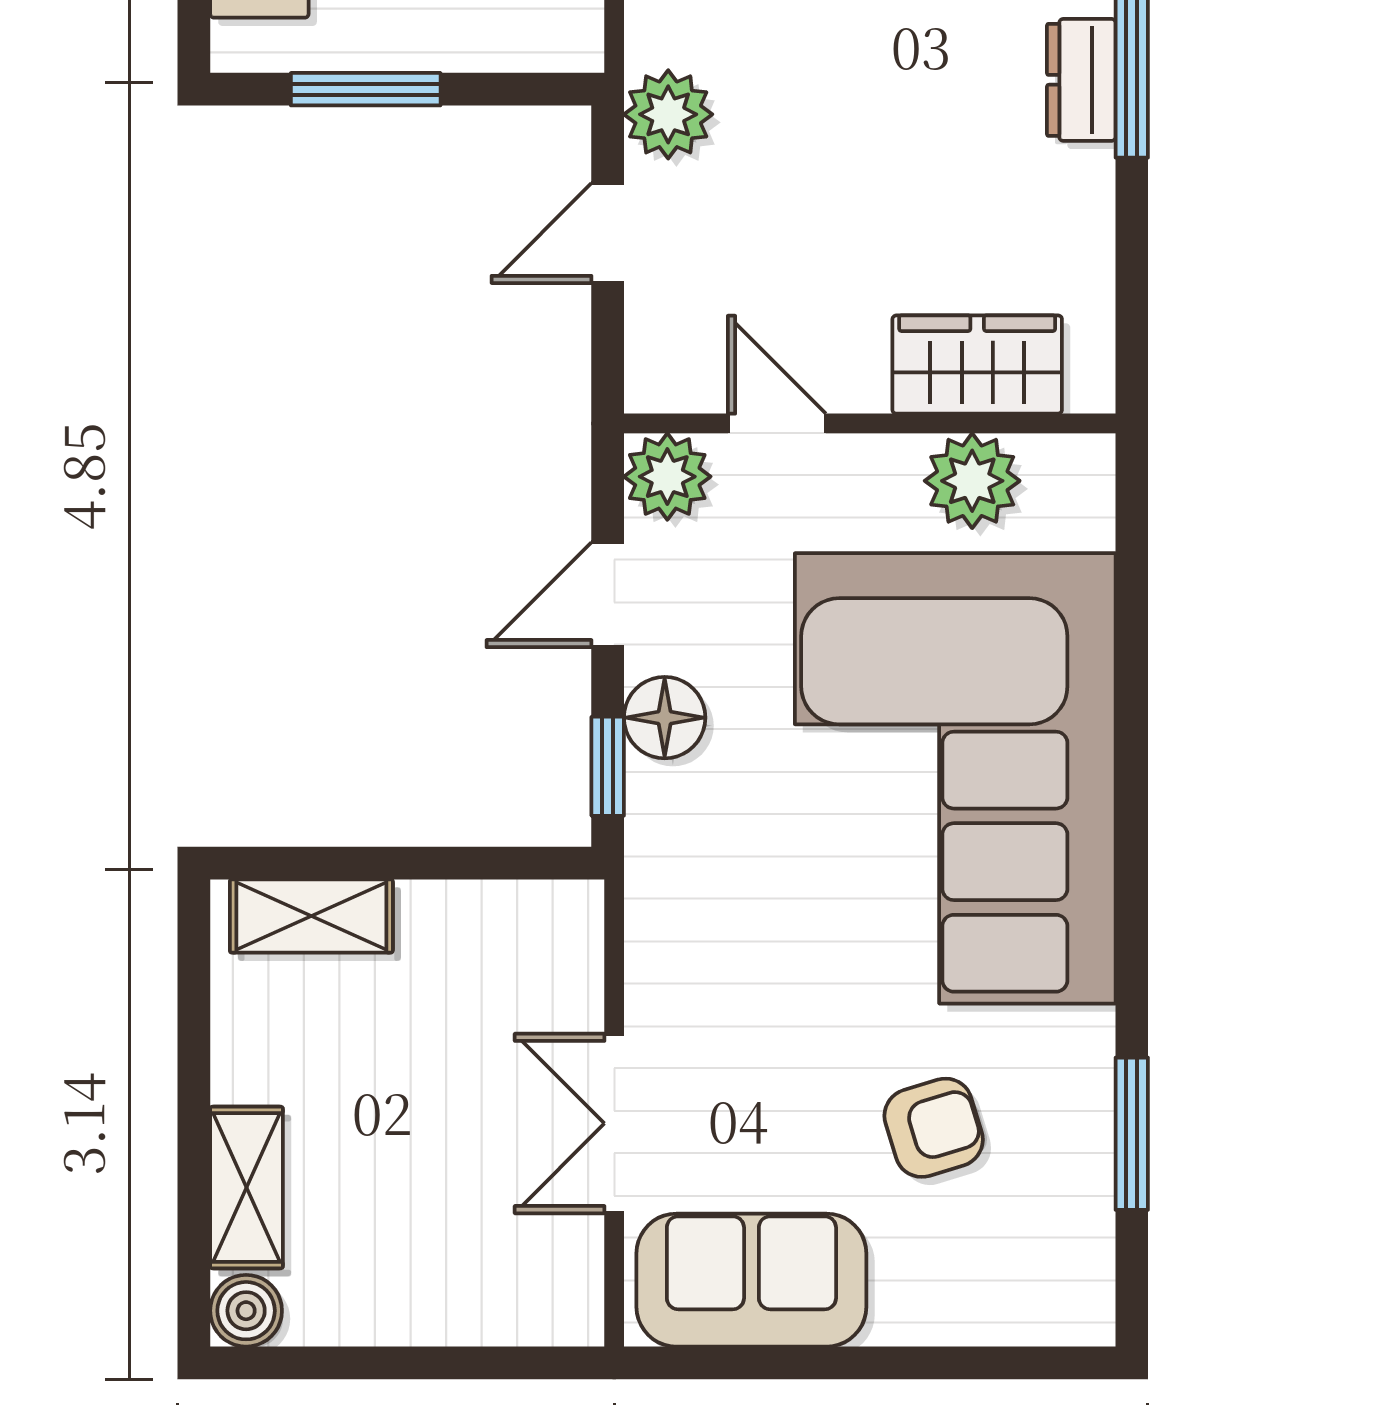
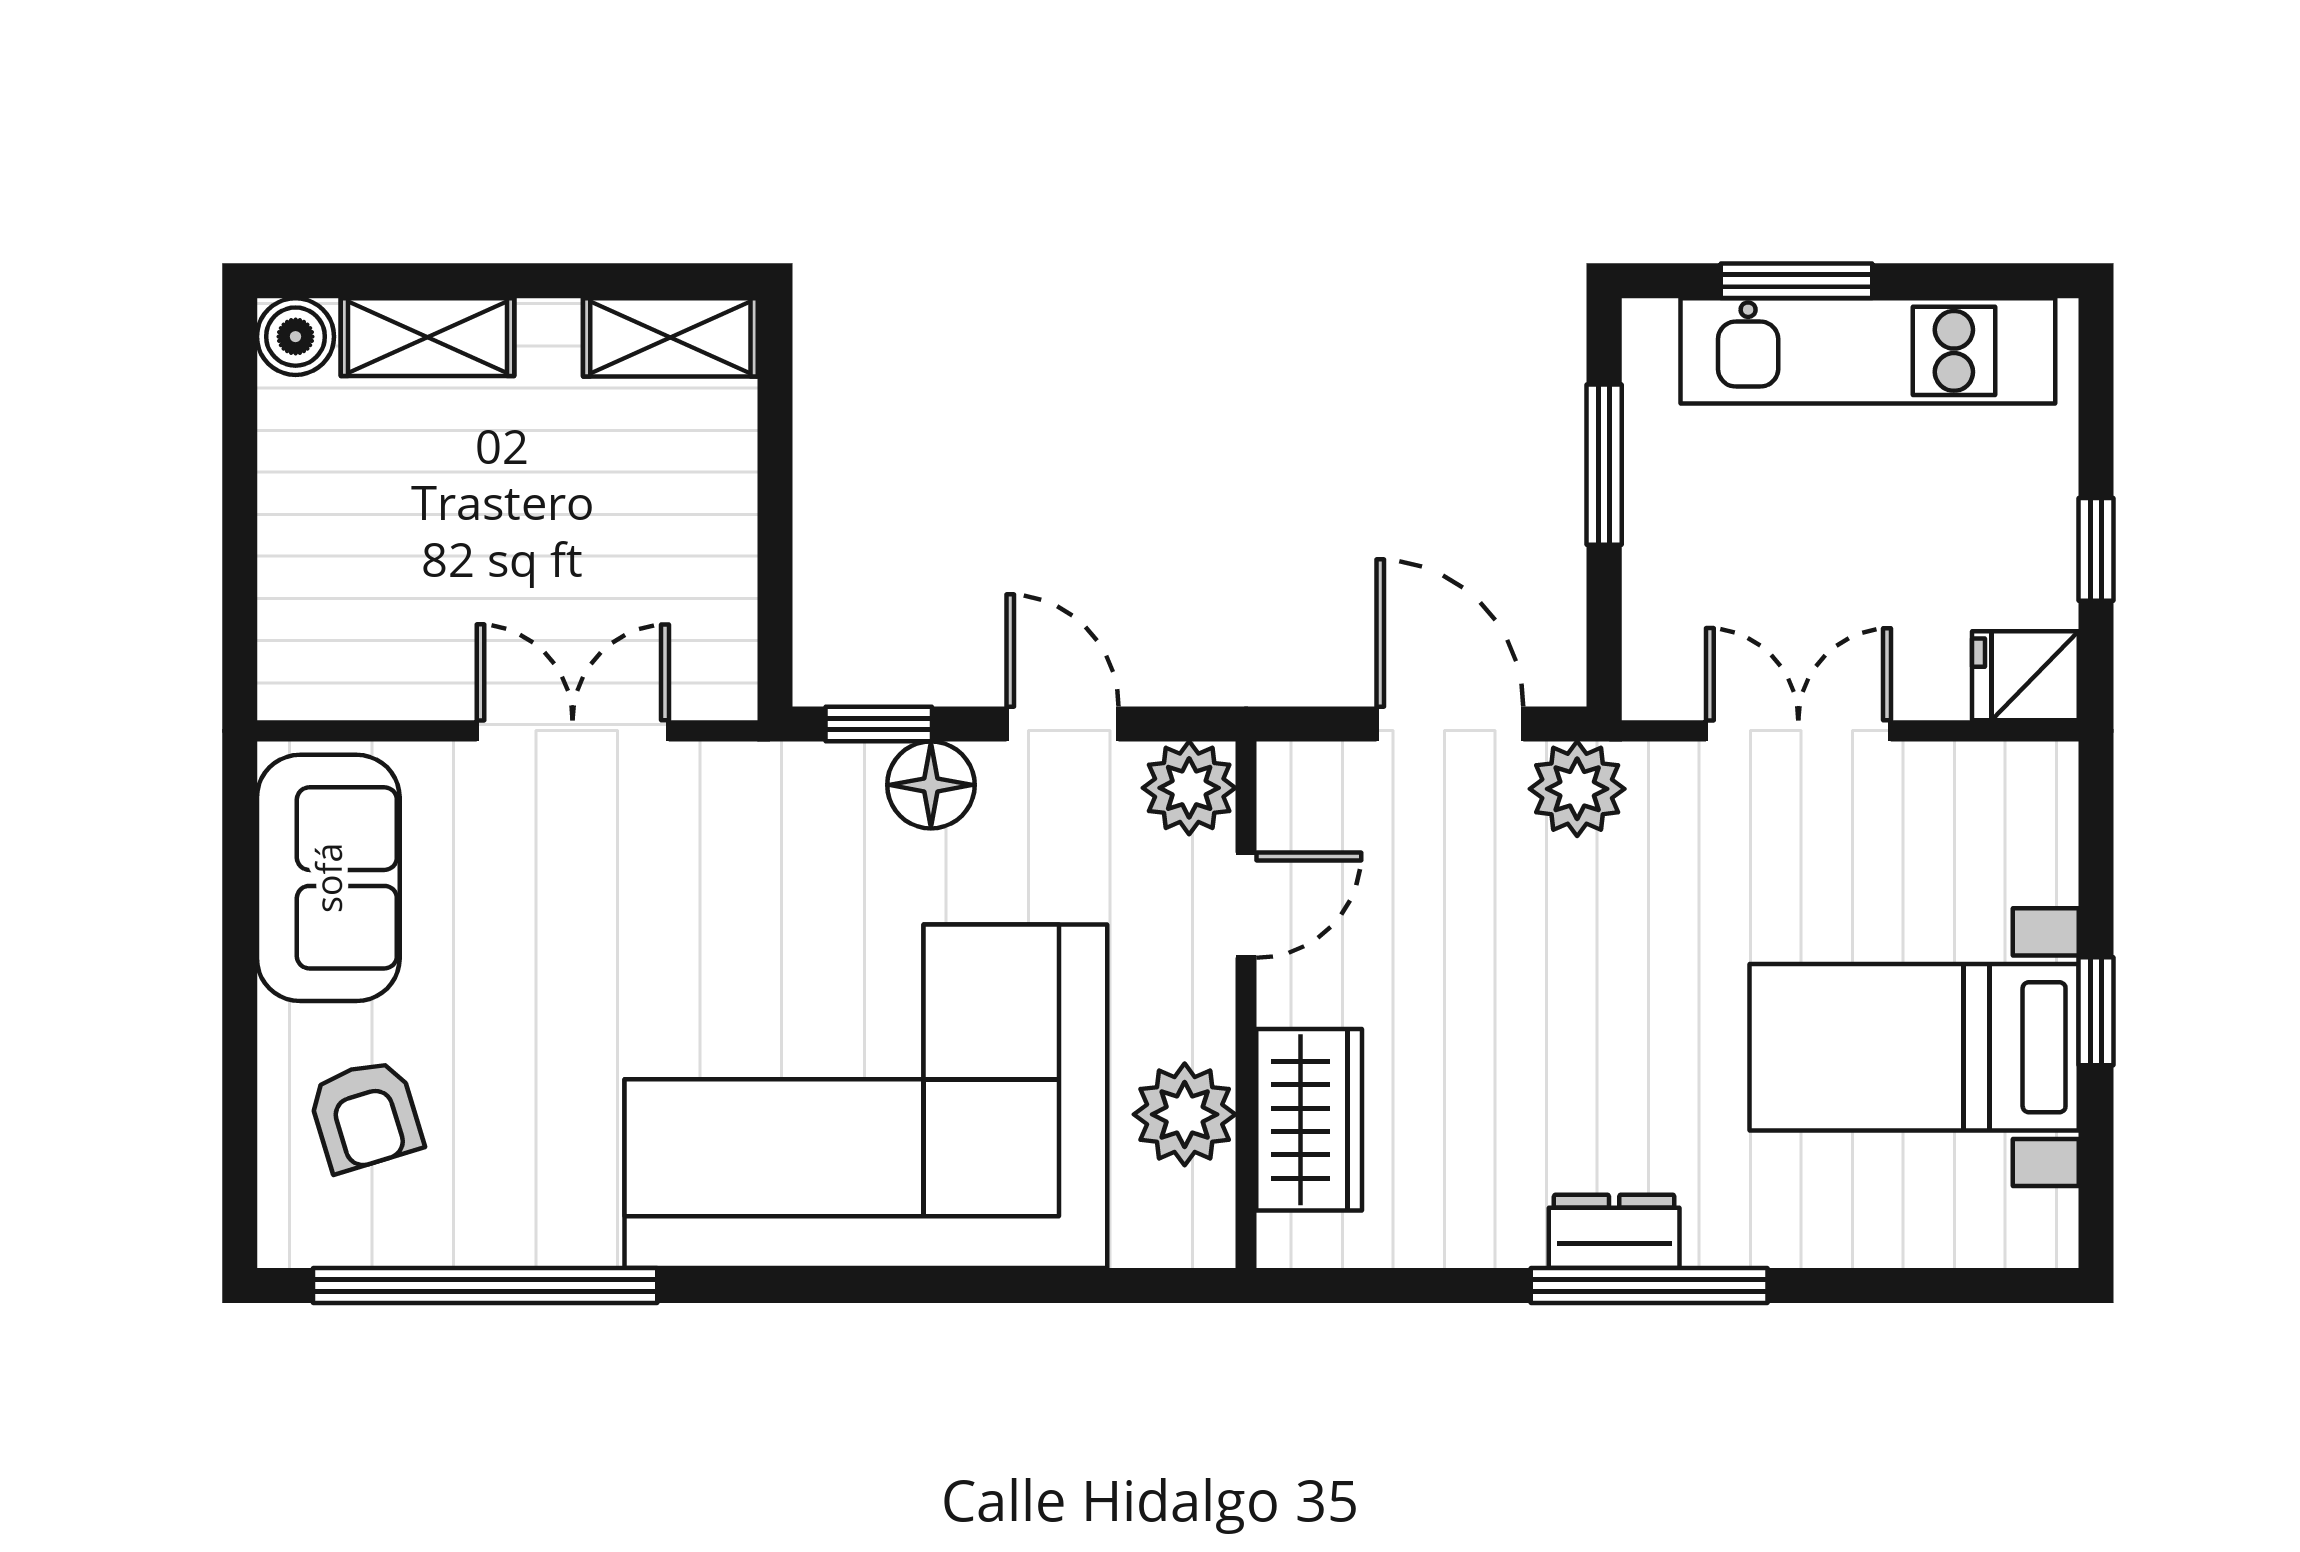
door: (608, 233) -> (1450, 724), width x1.38
shelving: (311, 916) -> (670, 337), moved, turned 90
double door: (614, 1123) -> (573, 731), moved
armchair: (934, 1128) -> (365, 1115), moved
window: (1132, 1134) -> (485, 1285), width x2.11

